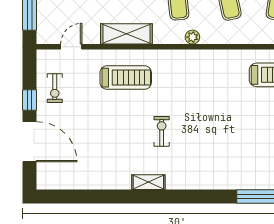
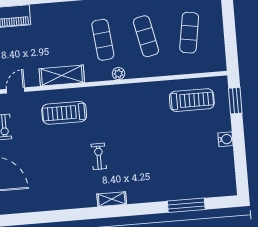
treadmill: (126, 78) -> (64, 113), turned 180
shelving: (148, 182) -> (112, 199), moved

